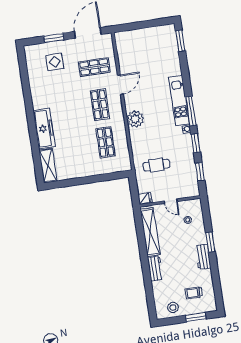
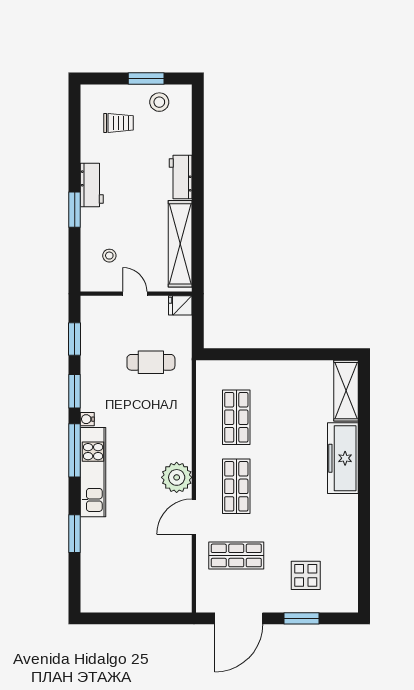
window: (180, 41) -> (75, 534), moved
plant: (135, 119) -> (177, 477), moved
window: (196, 317) -> (146, 79), moved

